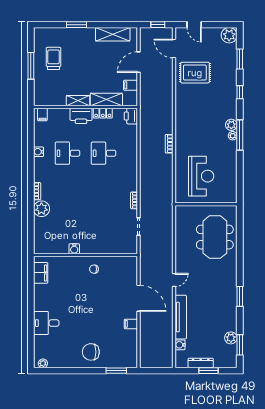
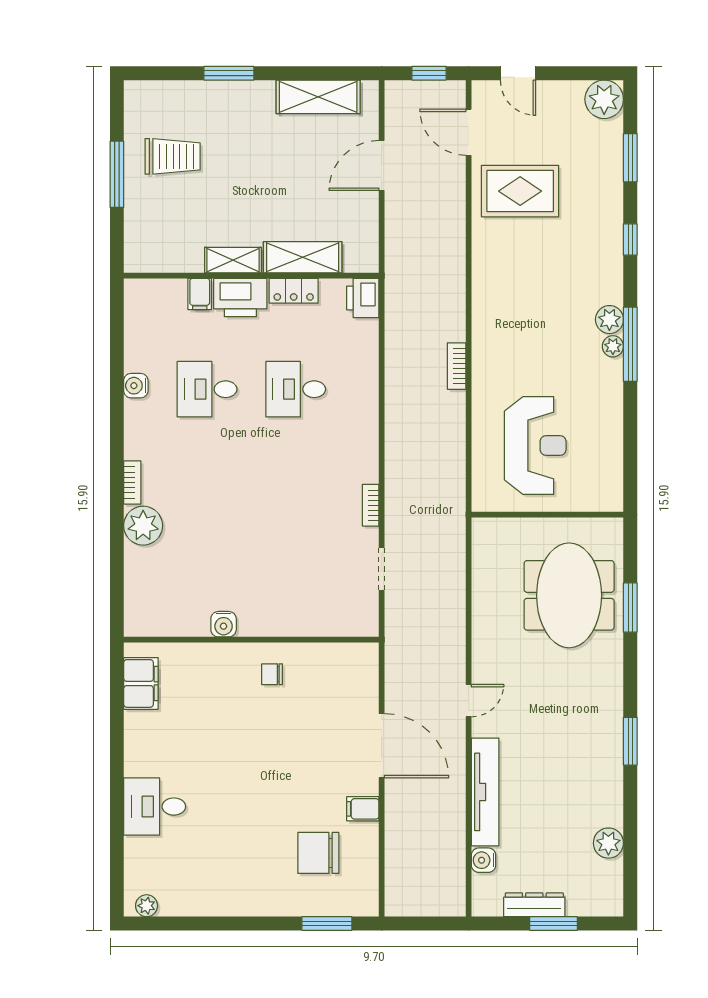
trolley: (54, 58) -> (173, 156), turned 90
filing cabinet: (131, 85) -> (362, 222), removed
filing cabinet: (42, 114) -> (200, 294), moved
window: (240, 345) -> (630, 608), moved
chair: (91, 352) -> (318, 853), moved

